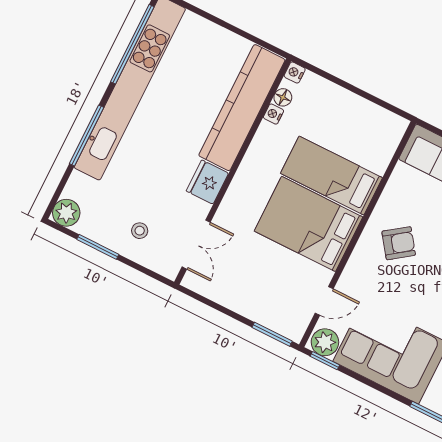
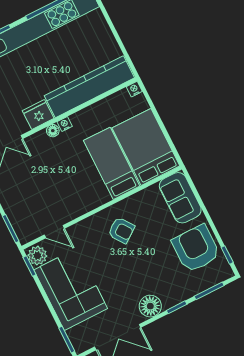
floor lamp: (283, 97) -> (53, 131), moved
nightstand: (273, 114) -> (65, 124), moved
bed: (309, 224) -> (146, 147), moved

